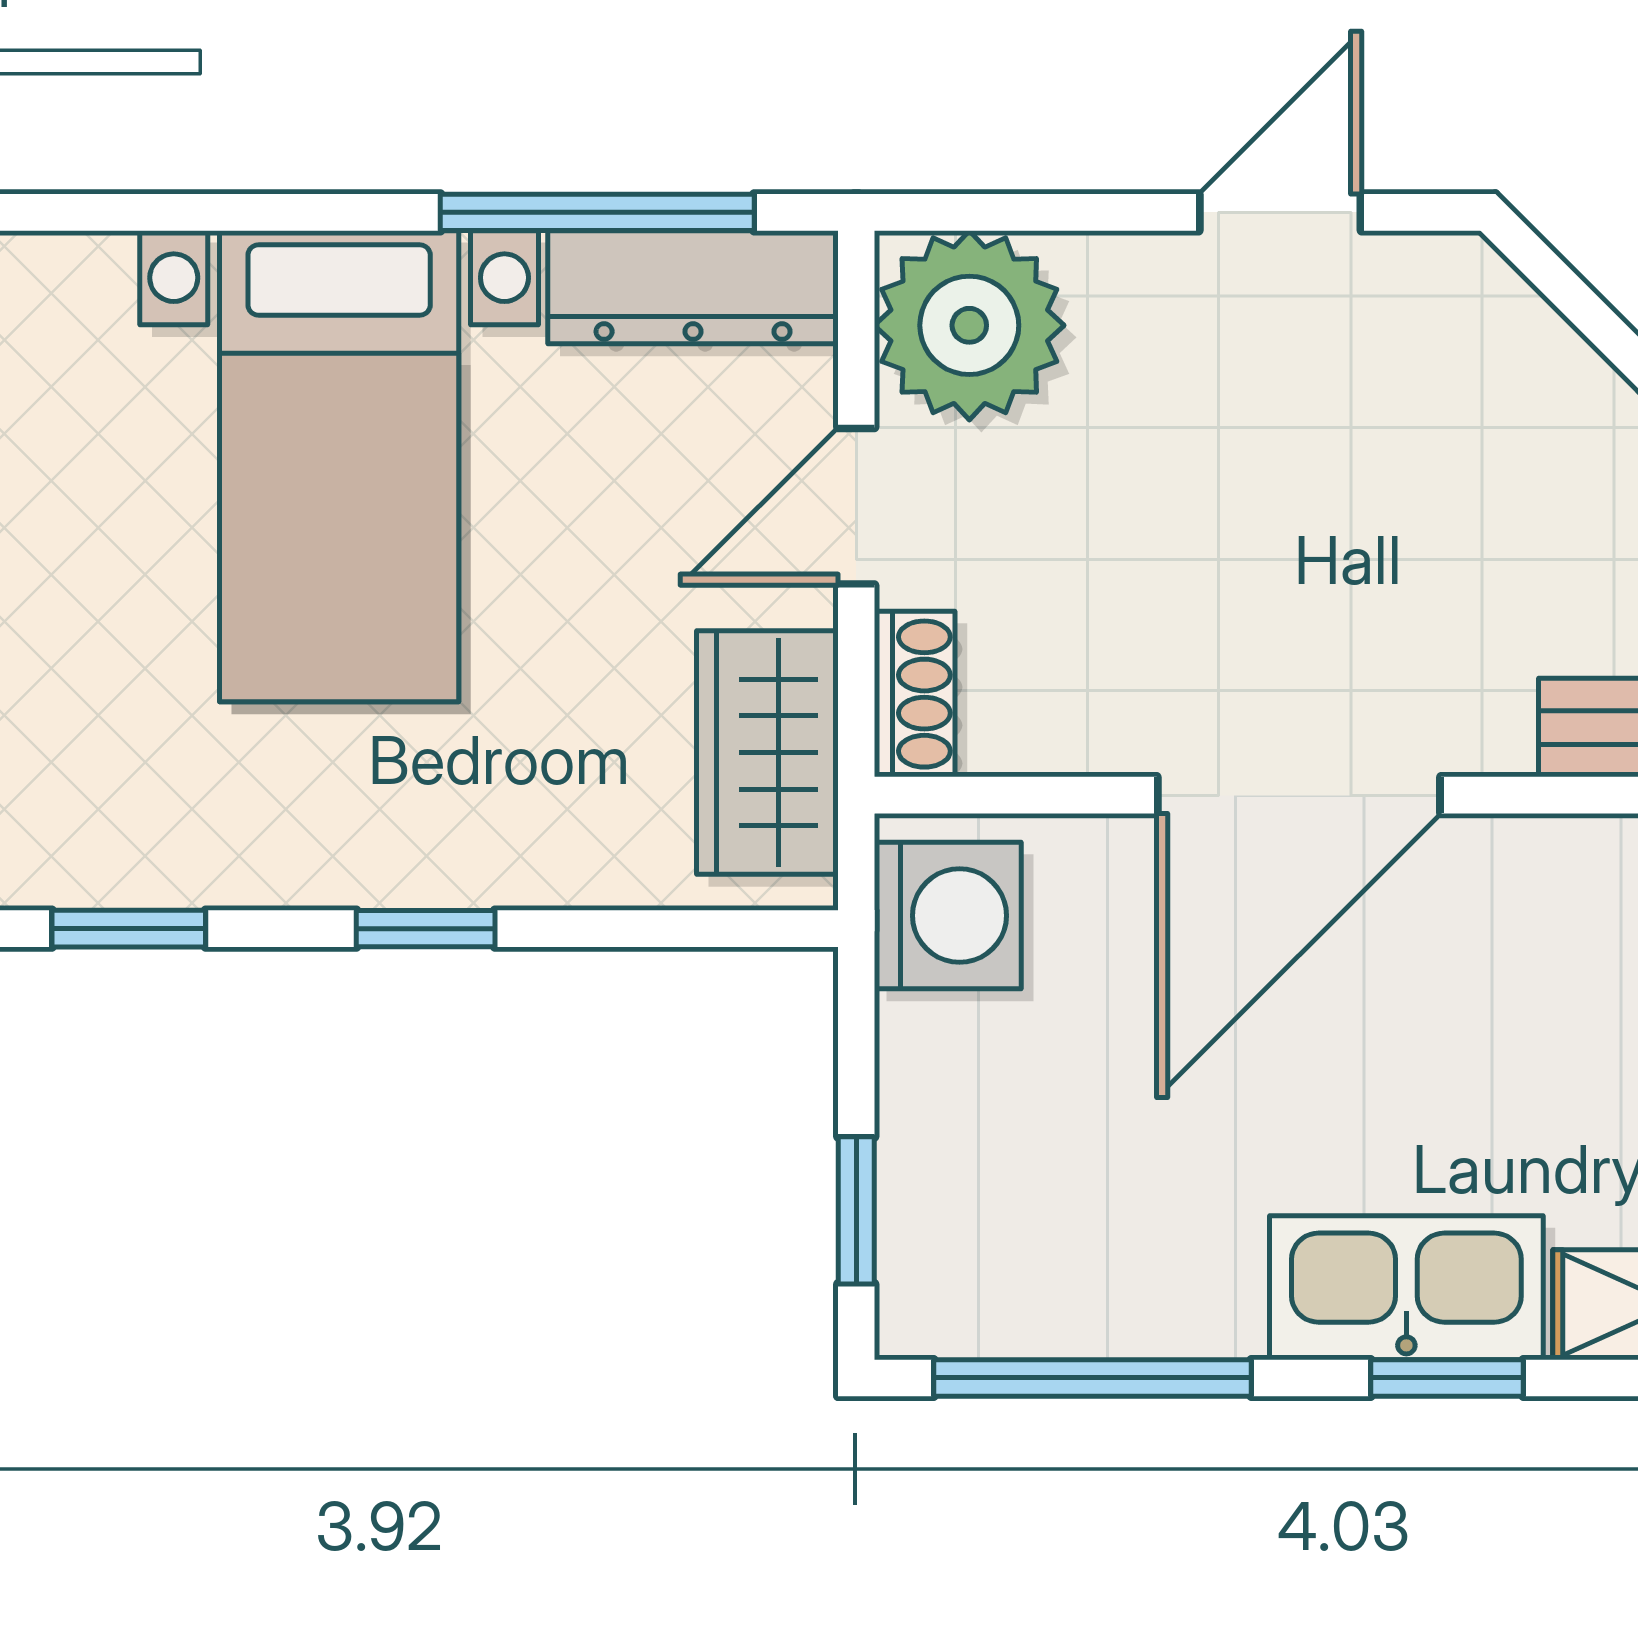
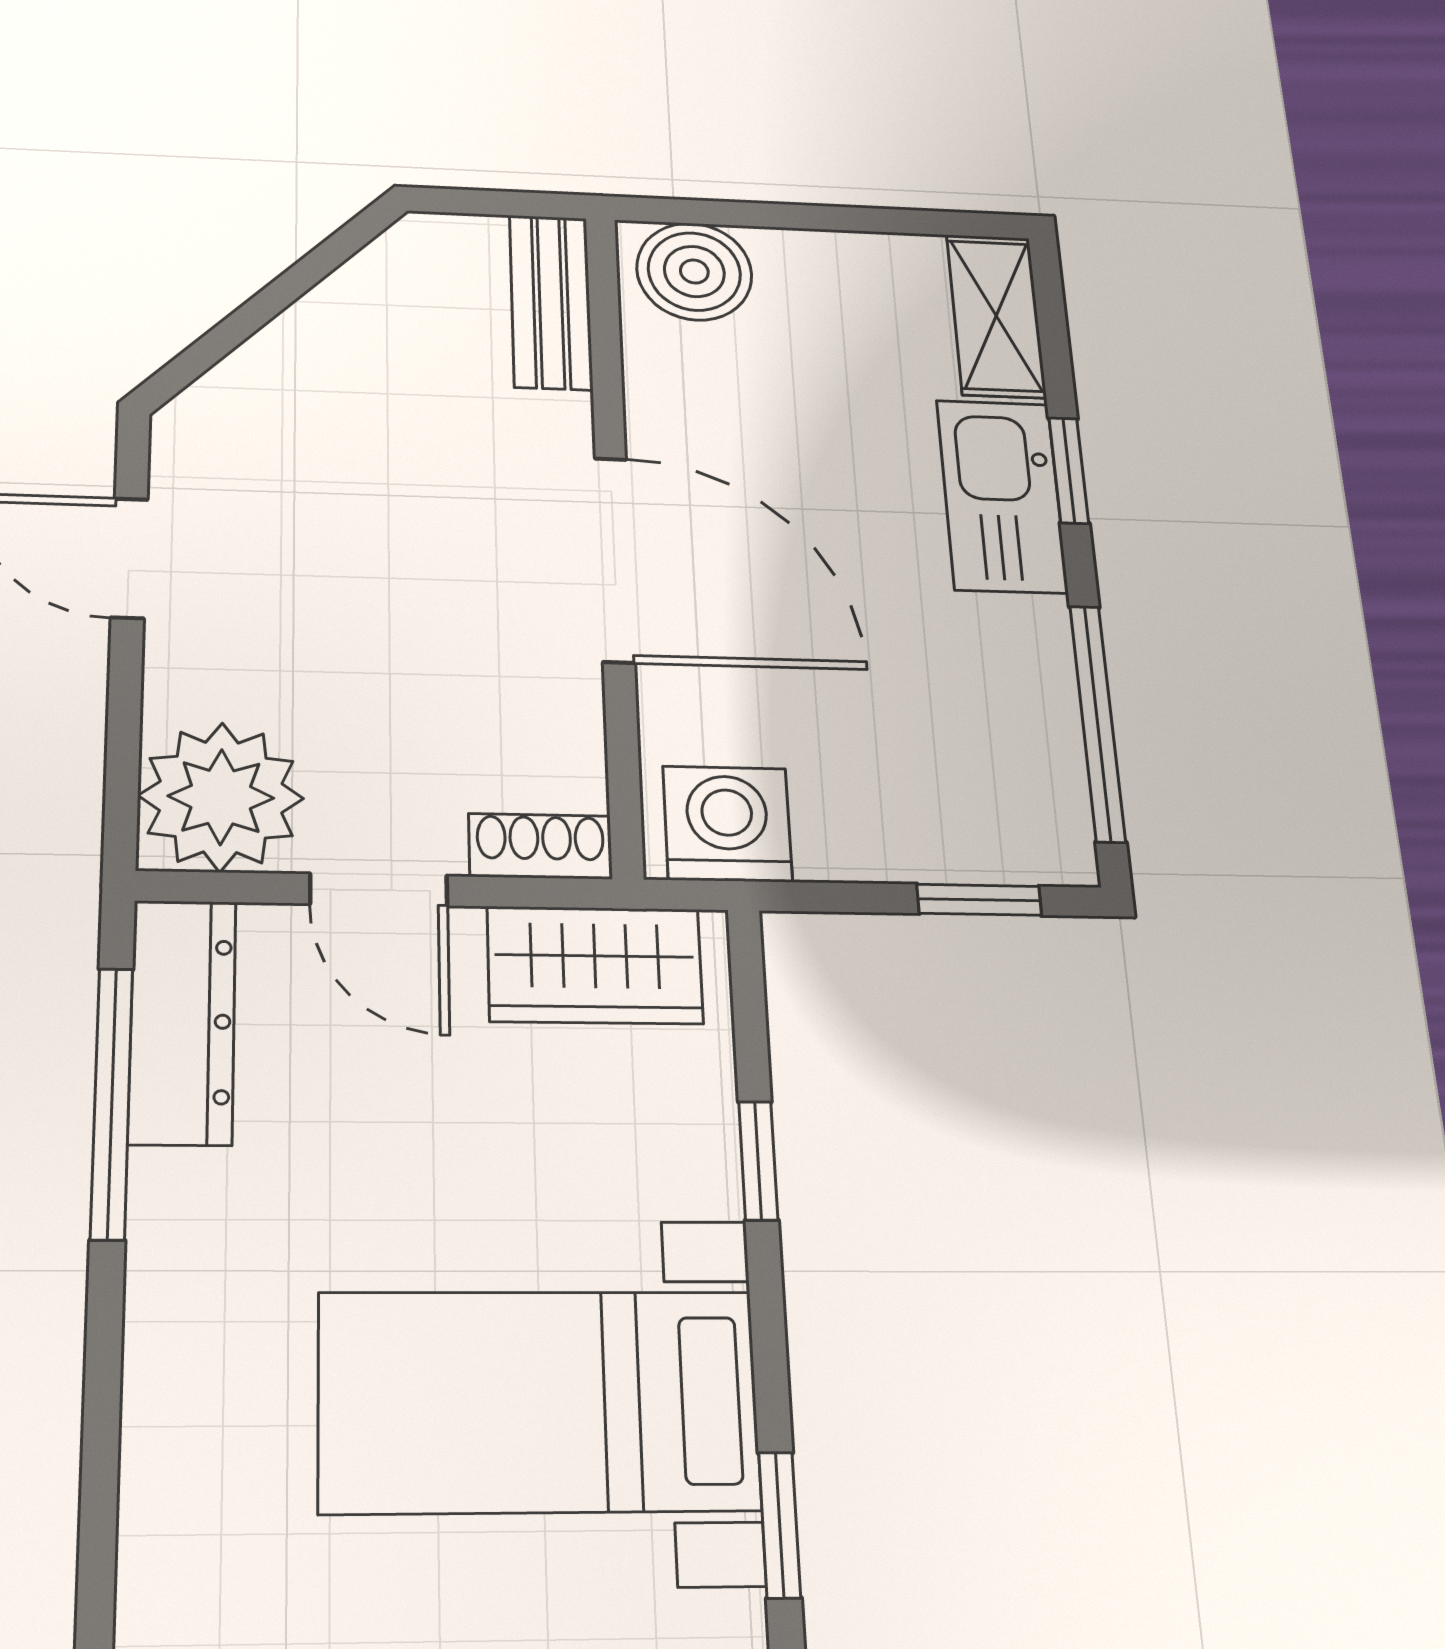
bed with nightstands: (339, 466) -> (539, 1401), moved, turned 180
window: (426, 929) -> (758, 1161), moved

